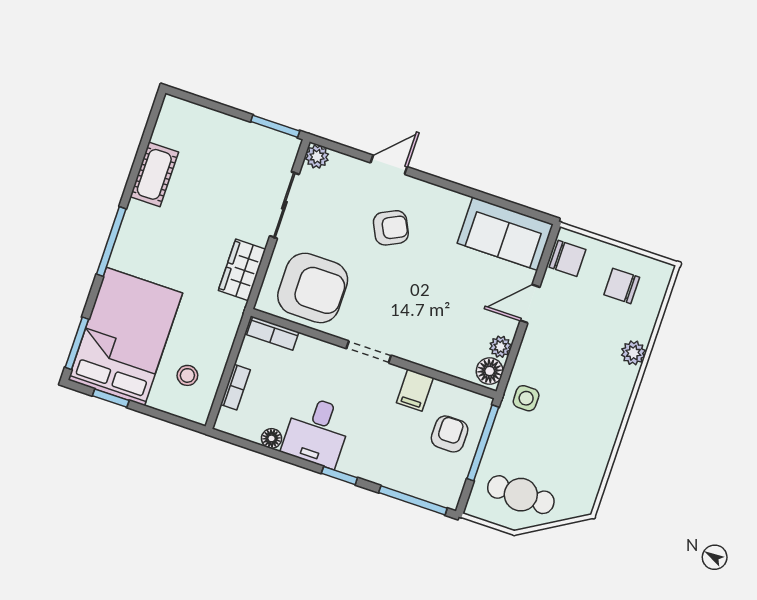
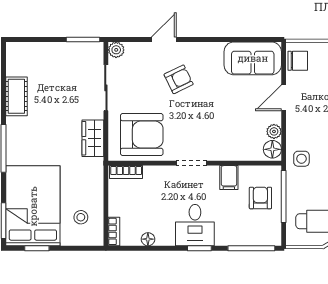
bookcase: (235, 387) -> (114, 231), moved
desk: (317, 432) -> (195, 225), moved

